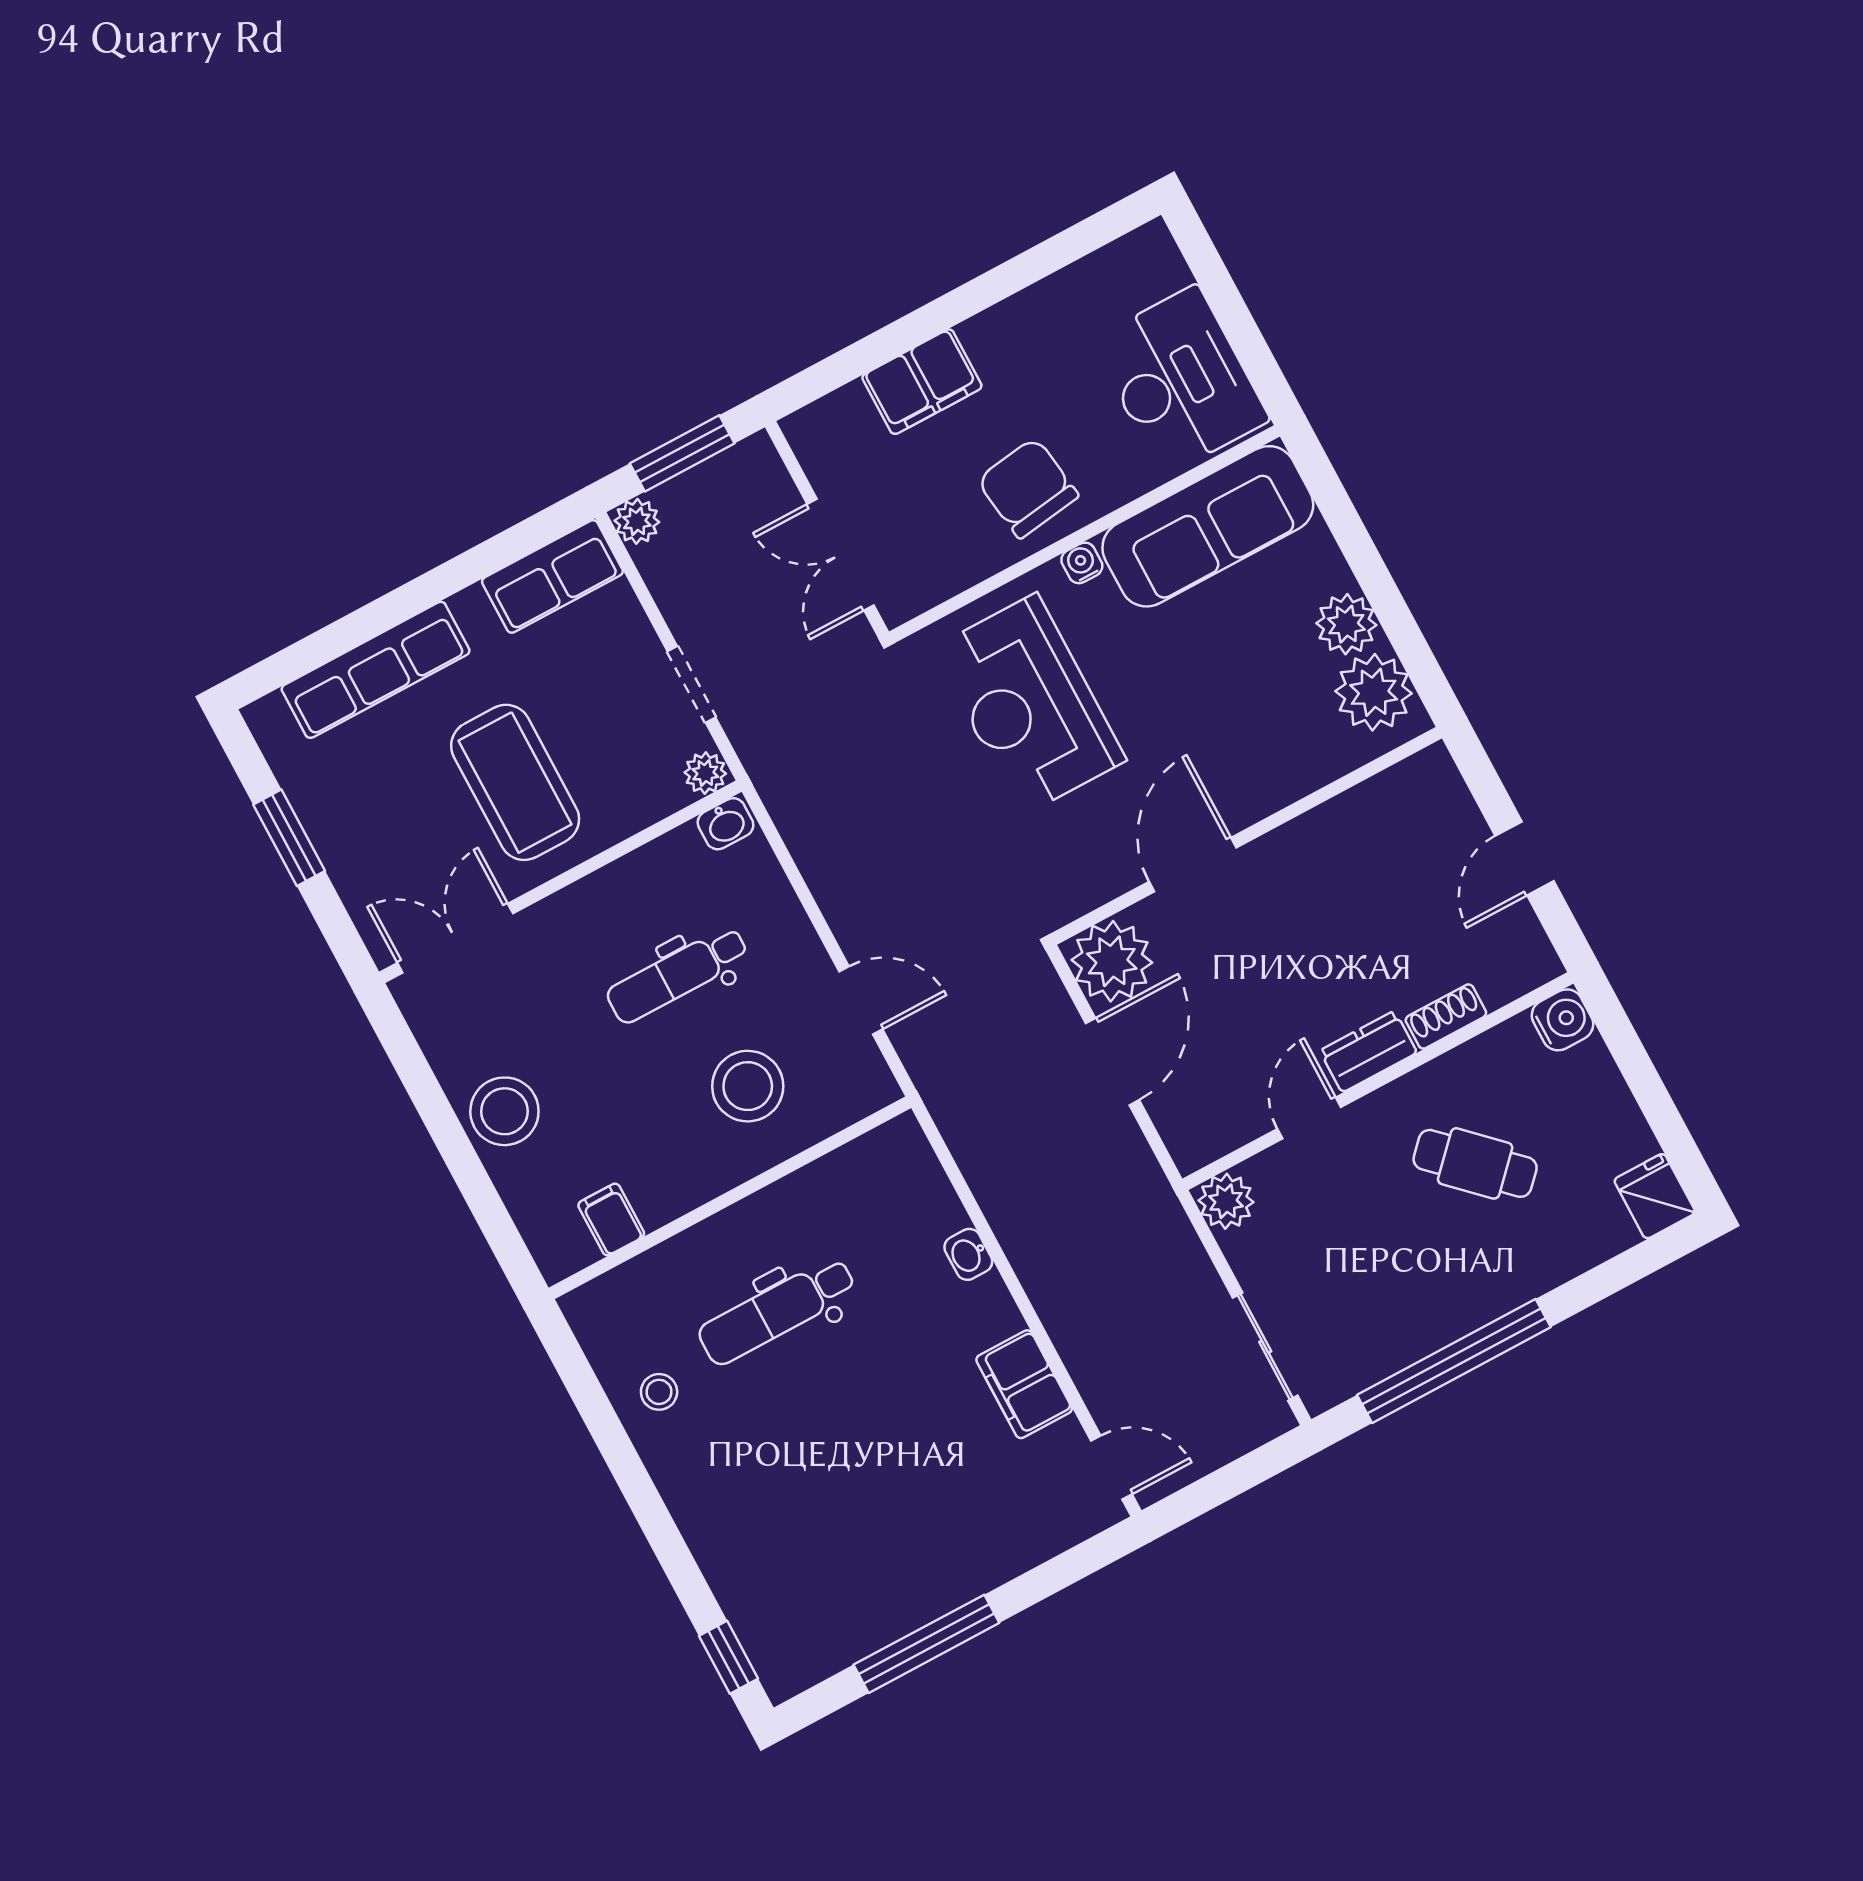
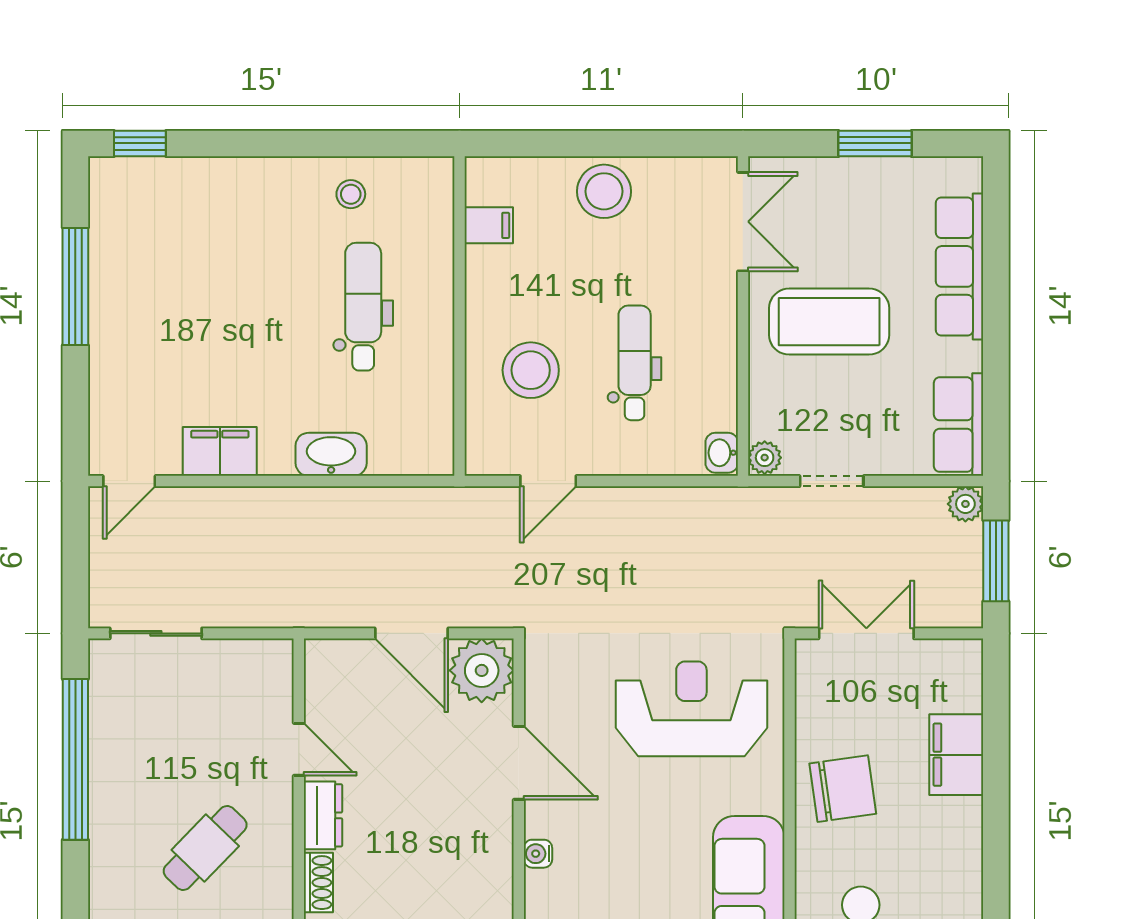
water cooler: (1082, 563) -> (538, 854), moved, turned 180
plant: (1226, 1201) -> (272, 660), removed
washbasin: (968, 1254) -> (331, 454), width x1.91, depth x1.45

